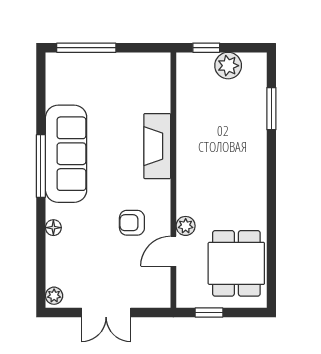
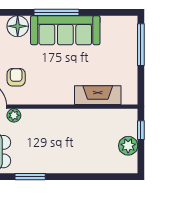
window: (271, 109) -> (30, 177), moved
fireplace: (157, 146) -> (98, 95), moved
floor lamp: (53, 228) -> (18, 26), width x1.89, depth x1.89

